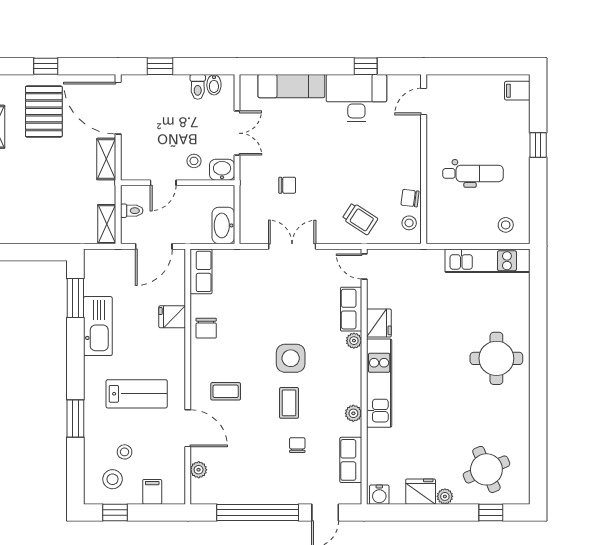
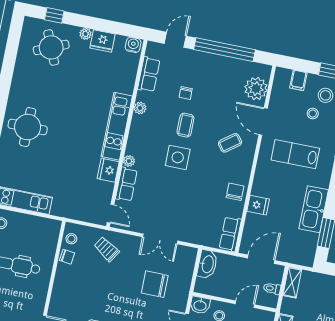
chair: (287, 185) -> (155, 284), width x1.87, depth x1.87
coffee table: (226, 391) -> (230, 143), turned -37
plant: (199, 470) -> (256, 89), width x1.87, depth x1.87

